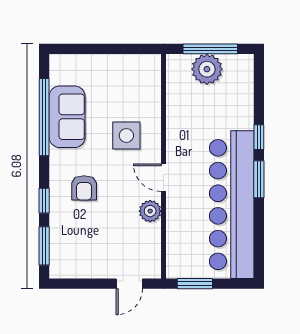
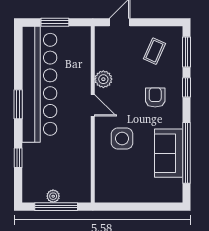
plant: (207, 69) -> (53, 196), width x0.53, depth x0.53
window: (259, 137) -> (18, 158), moved
coffee table: (85, 247) -> (154, 51), added
window: (195, 284) -> (55, 22), moved

